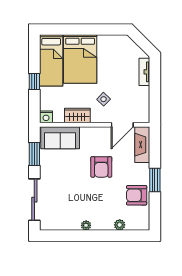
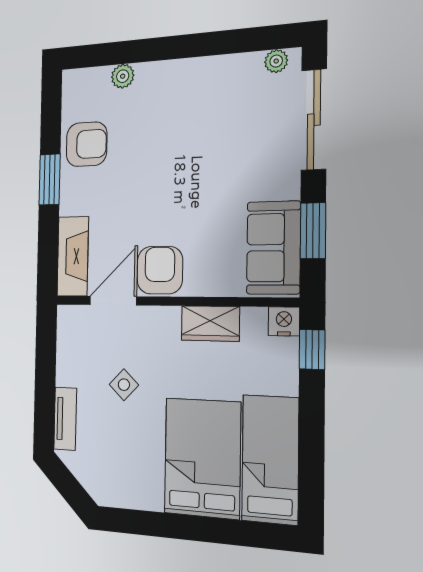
window: (34, 81) -> (312, 349), moved
side table: (104, 99) -> (124, 385), moved
sofa: (60, 138) -> (273, 248), moved, turned -90
armchair: (101, 167) -> (160, 270), moved
plant: (86, 225) -> (276, 61), moved

